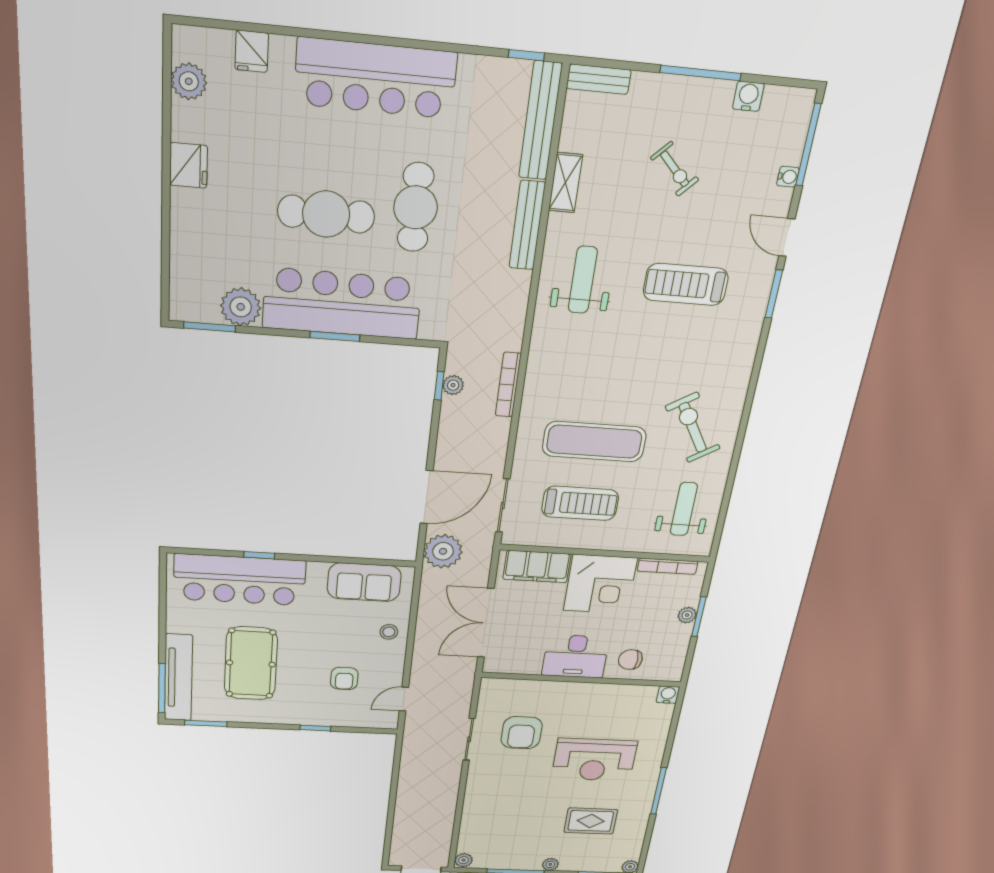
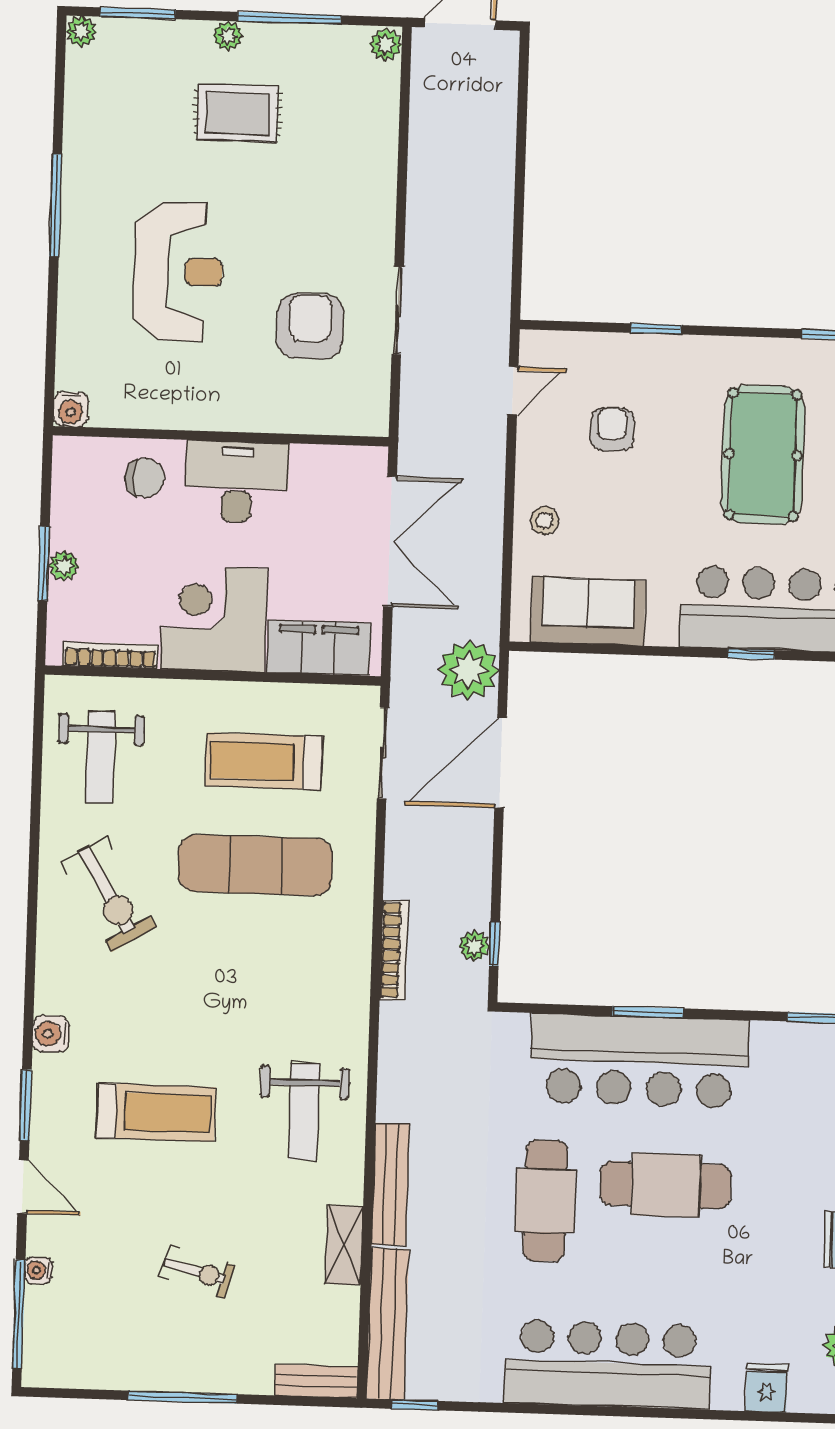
water cooler: (748, 96) -> (51, 1034), moved, turned 90
exercise bike: (675, 169) -> (197, 1272), turned 151
plant: (241, 307) -> (780, 1049), removed
reception desk: (594, 760) -> (178, 271), turned 90
rug: (591, 821) -> (238, 113), moved

